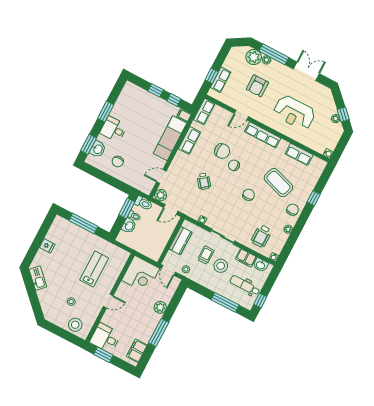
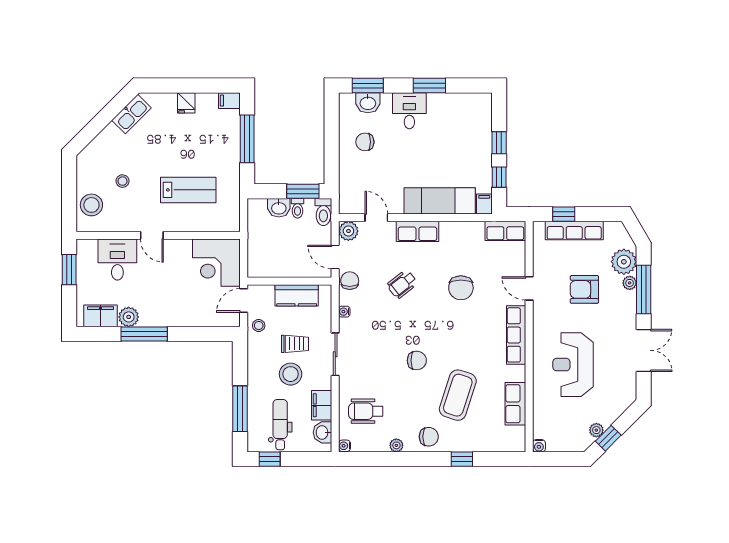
row of seats: (221, 80) -> (574, 231), width x1.48
row of seats: (189, 140) -> (417, 231), moved
chair: (234, 165) -> (350, 281), moved
filing cabinet: (58, 222) -> (229, 101), added
plant: (160, 307) -> (129, 317), moved
desk: (105, 338) -> (117, 260), moved

